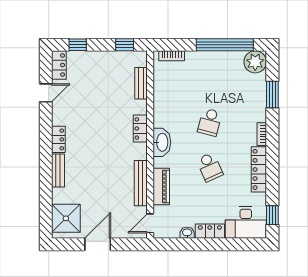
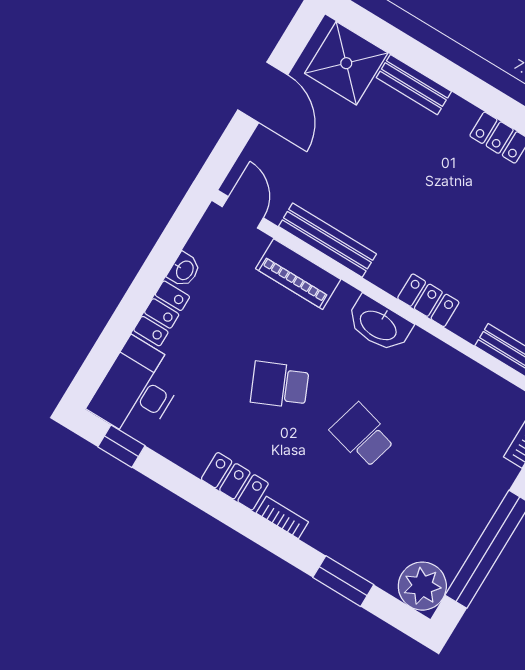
locker: (259, 169) -> (235, 481), width x0.66
bench: (58, 171) -> (414, 85), moved

